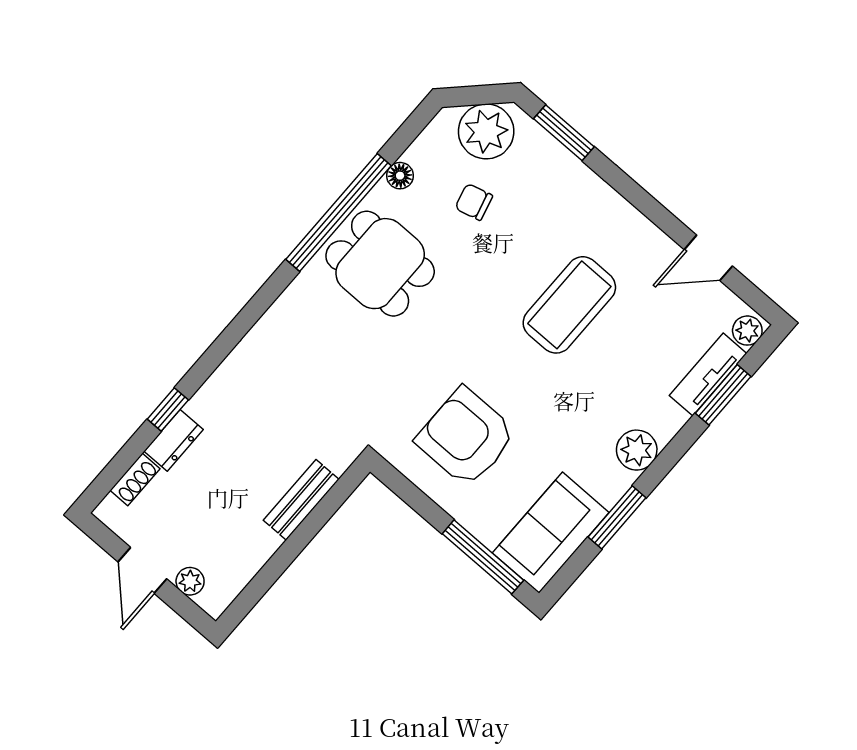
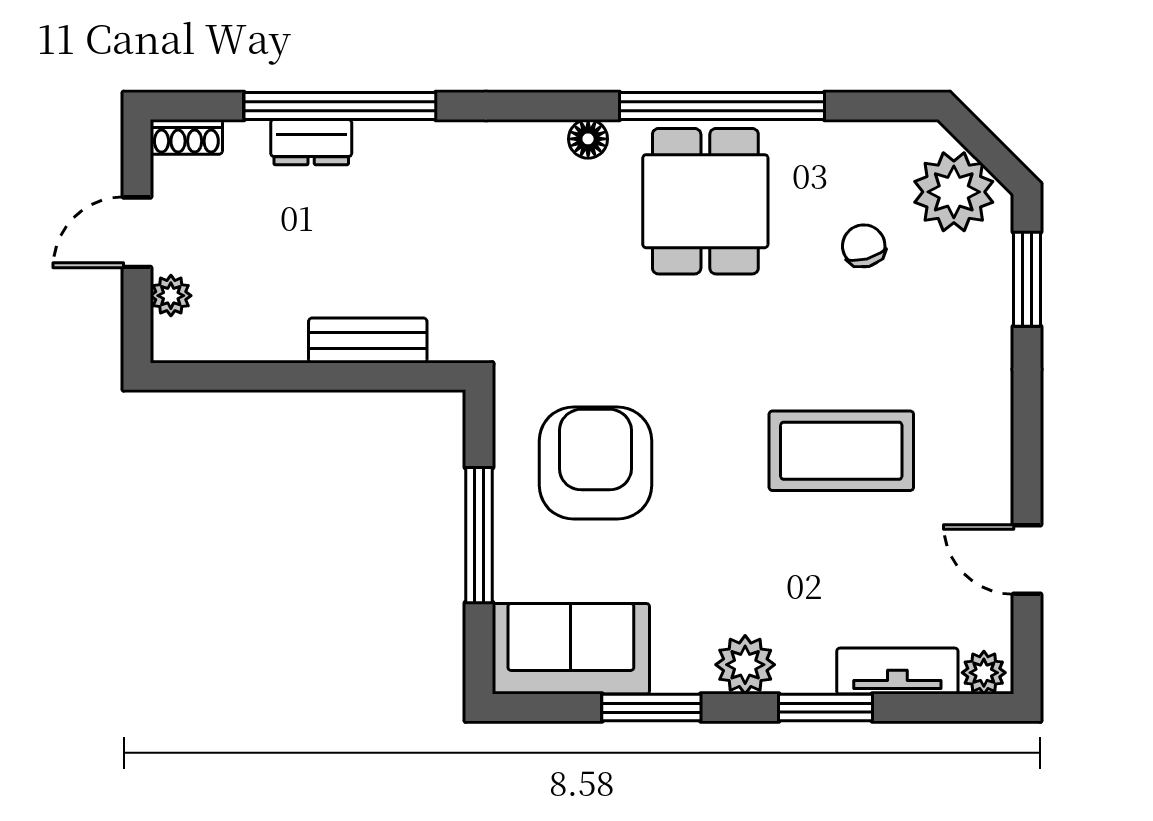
floor lamp: (400, 176) -> (588, 139), moved
window: (723, 395) -> (826, 708), moved
window: (168, 410) -> (340, 106), width x3.17
shoe rack: (135, 480) -> (186, 137), moved
window: (483, 557) -> (479, 535), moved

